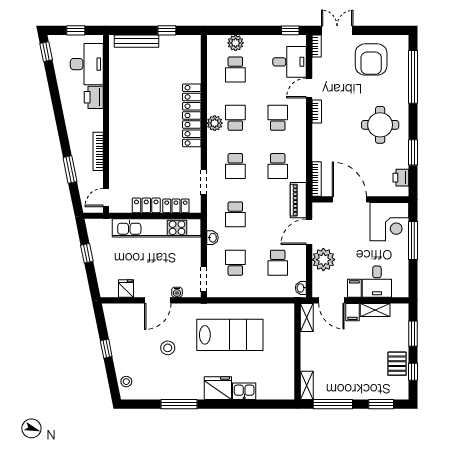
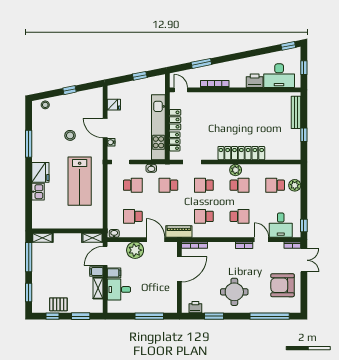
corner desk: (389, 222) -> (163, 299), removed

